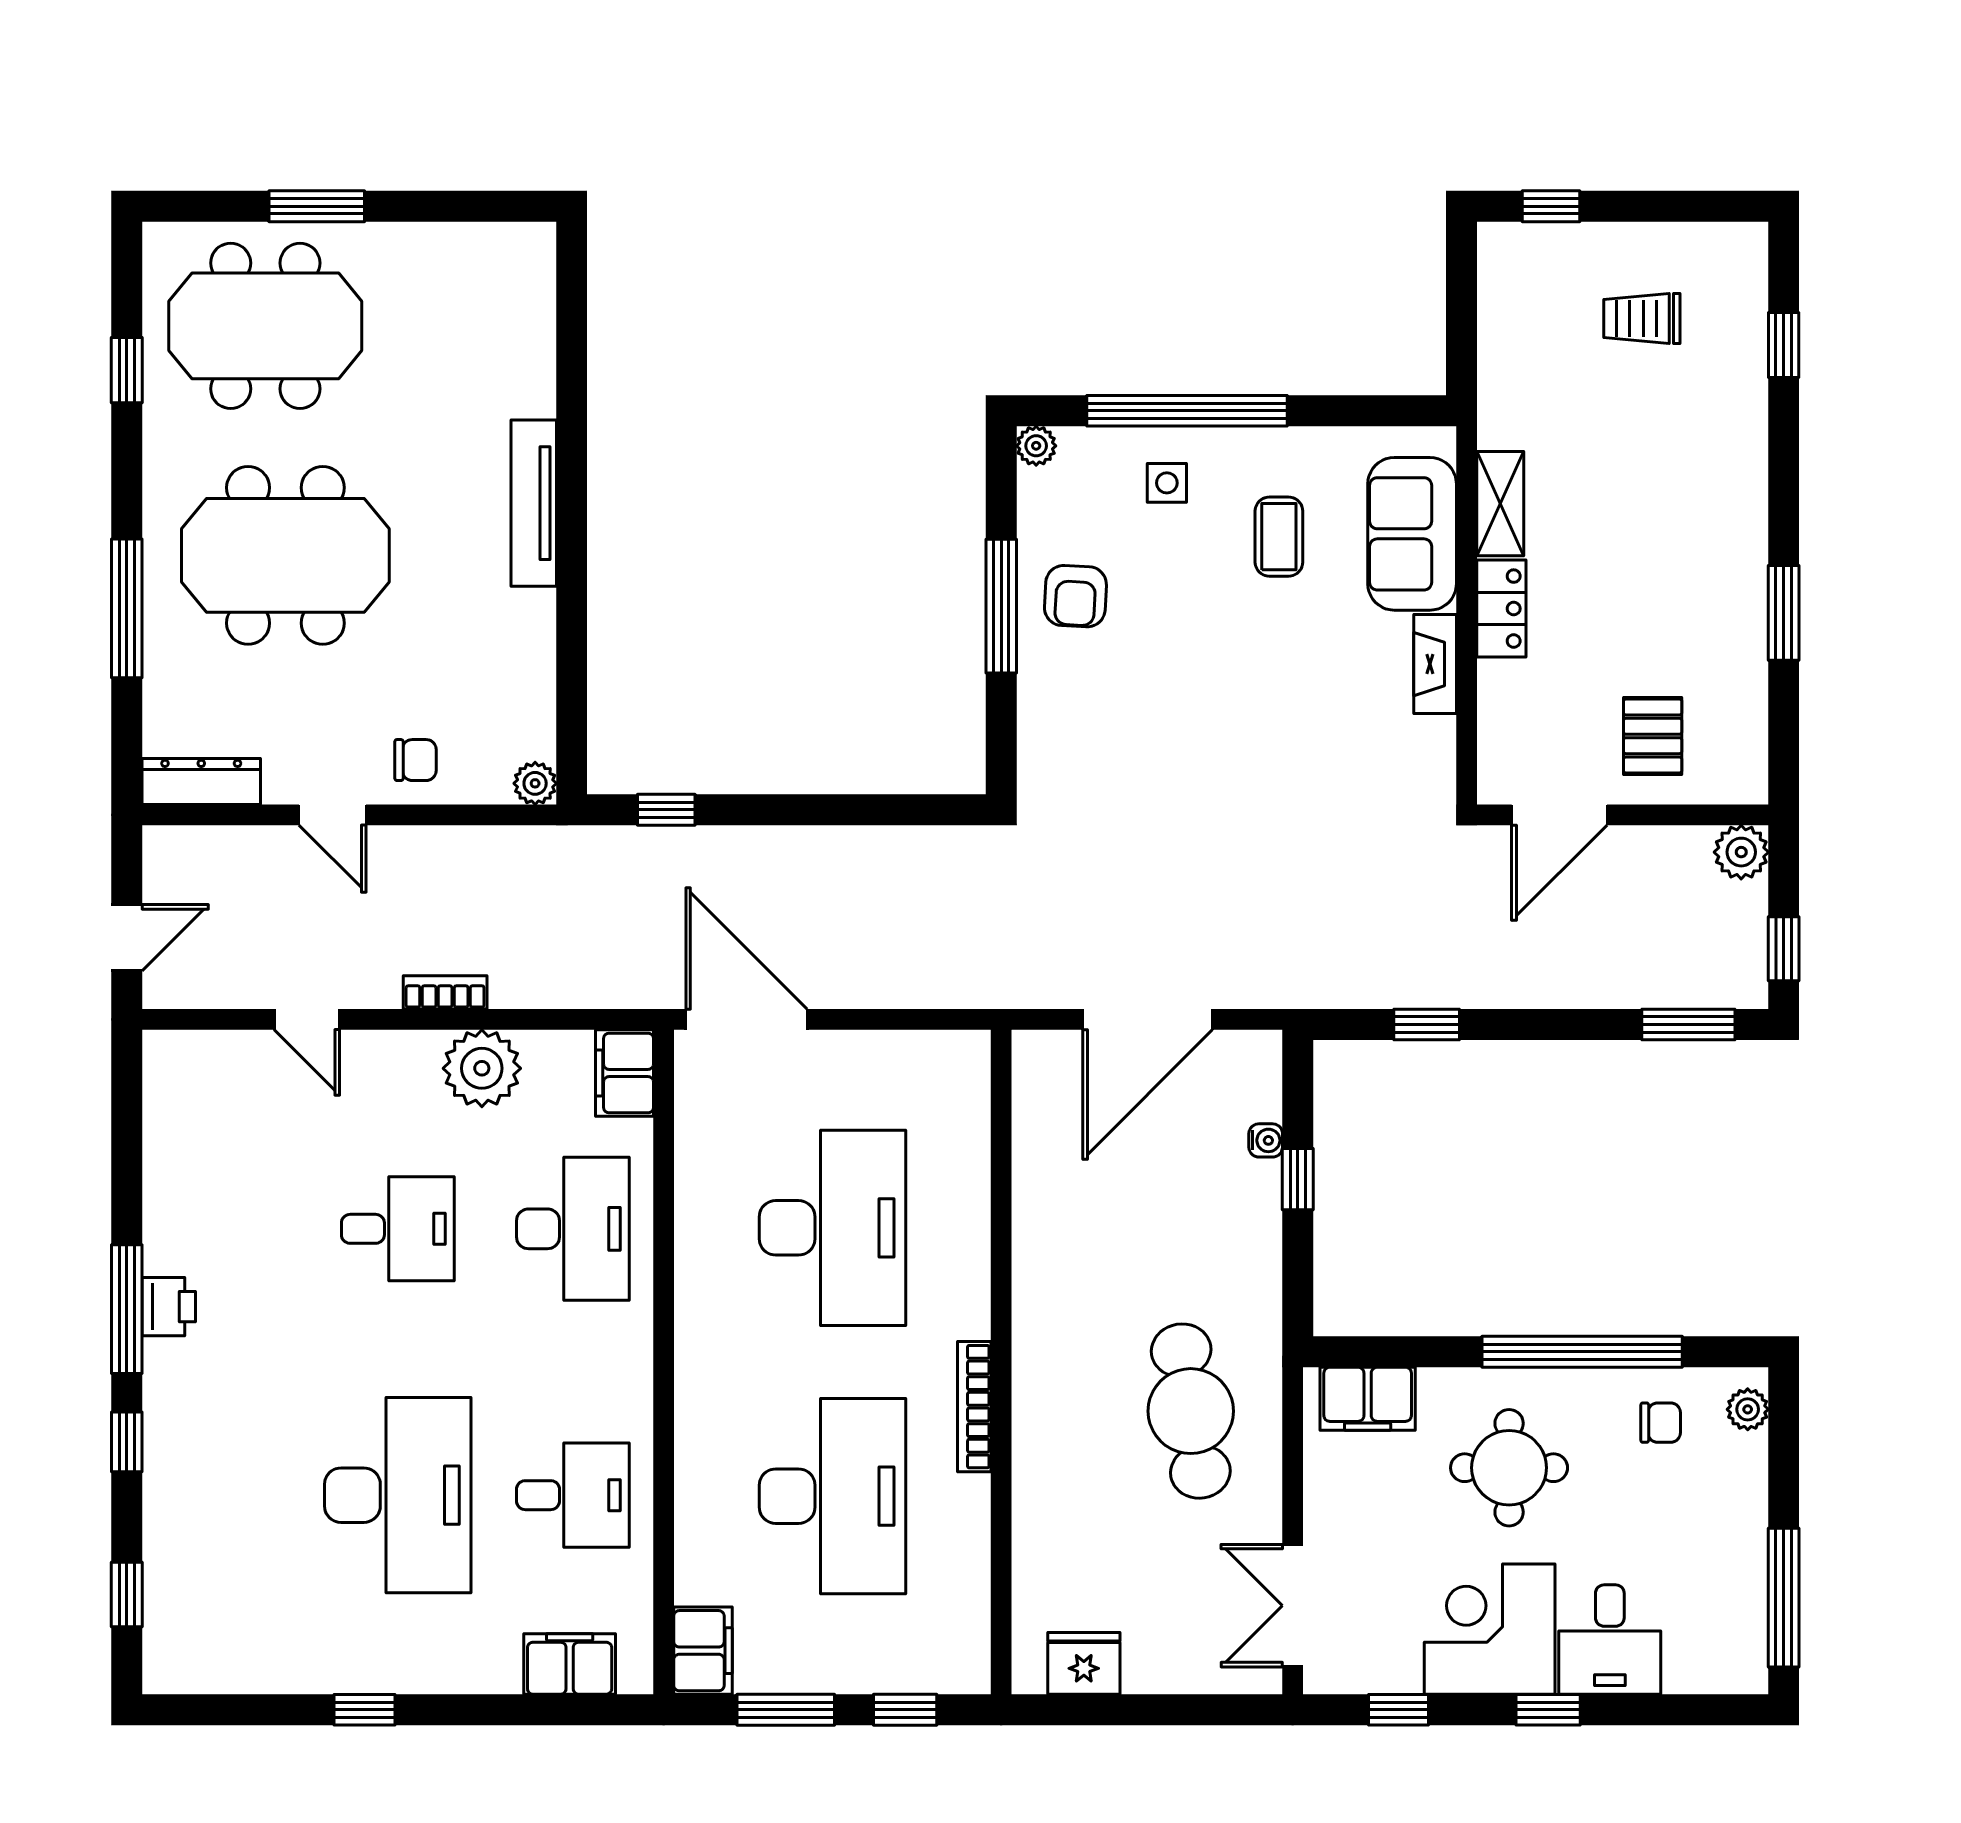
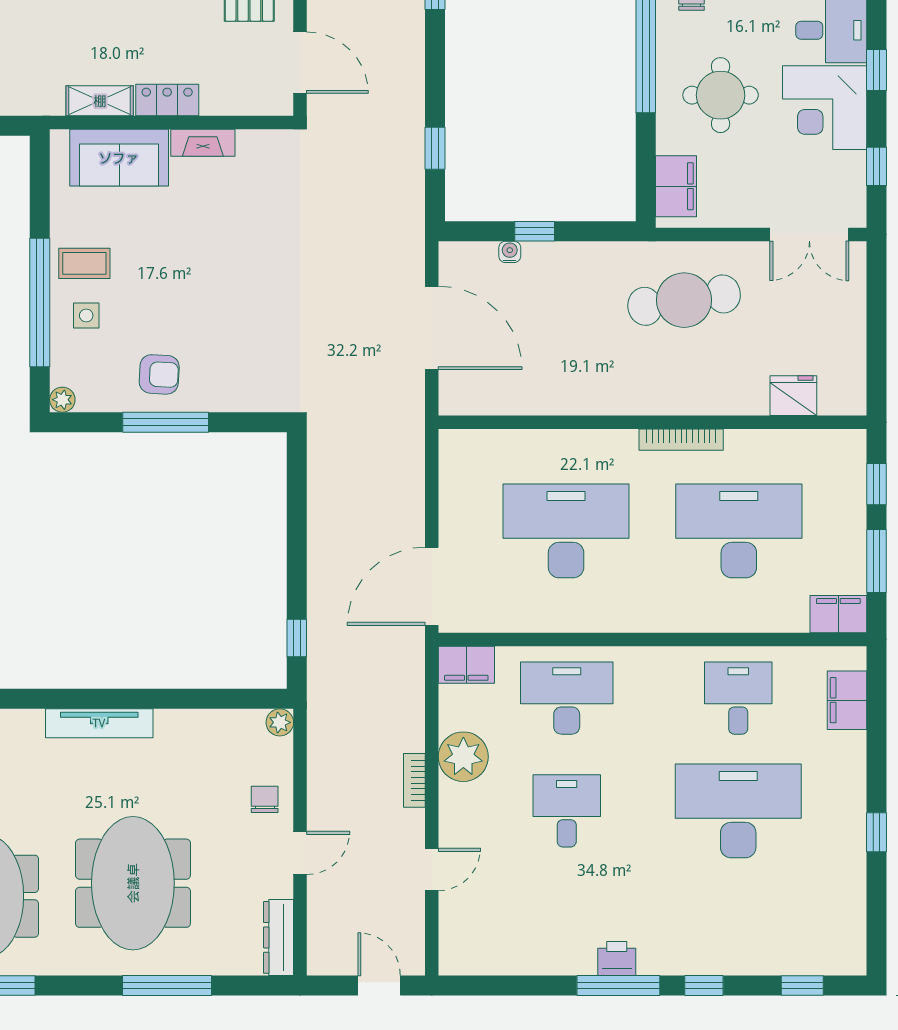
coffee table: (1279, 537) -> (84, 263), moved
fridge: (1084, 1663) -> (793, 396), moved, turned 90

